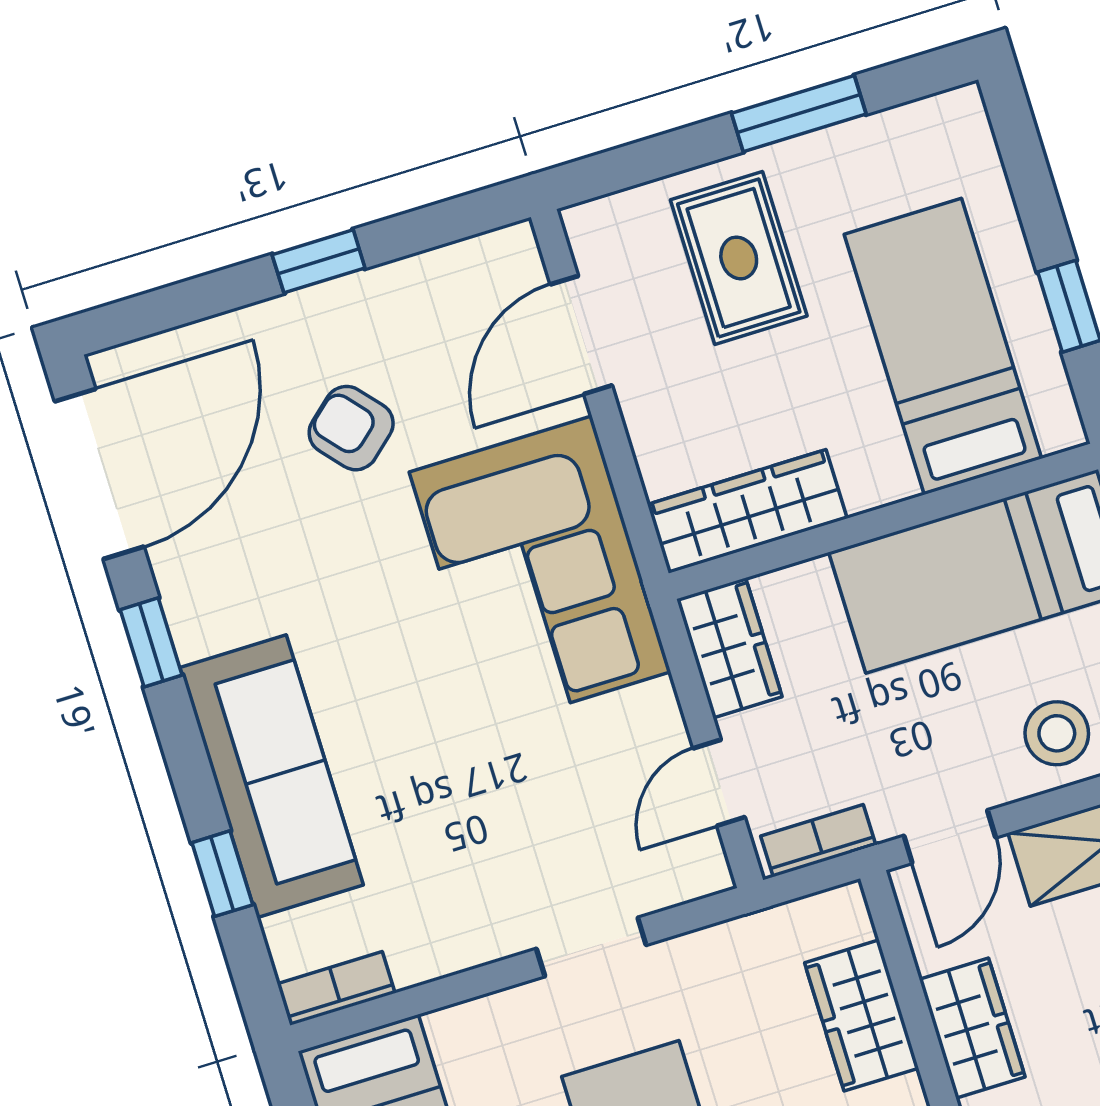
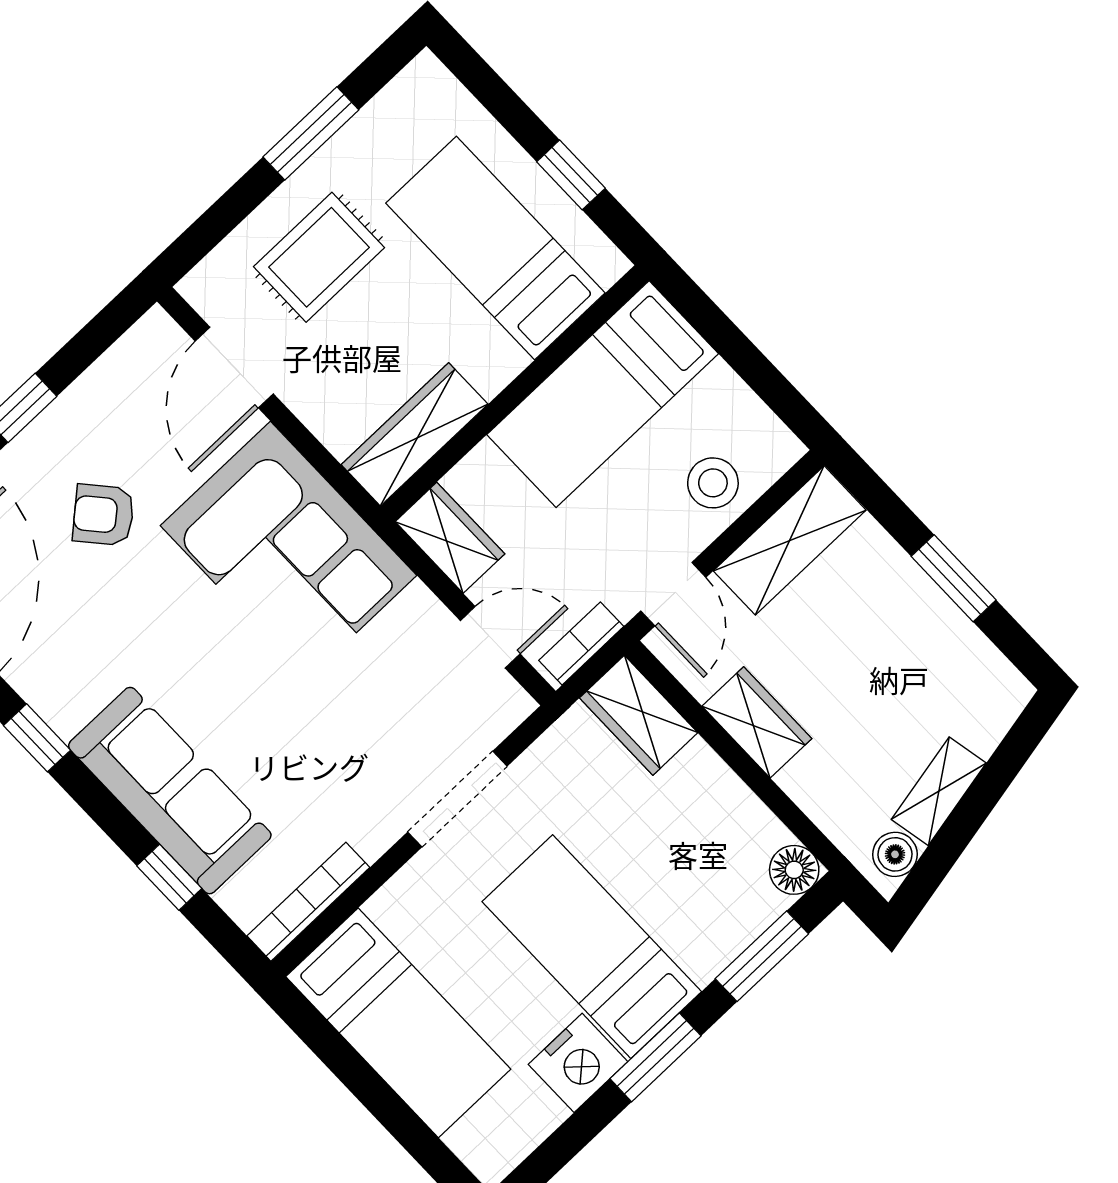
rug: (739, 258) -> (319, 257), turned 90
door: (719, 783) -> (490, 637), swing flipped
doorway: (591, 947) -> (457, 799), width x1.38
bookcase: (336, 988) -> (308, 902), width x1.56
wardrobe: (862, 1015) -> (639, 715), moved

